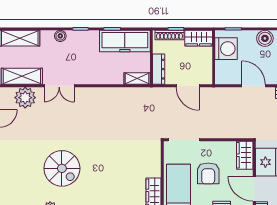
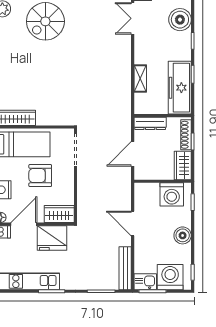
boiler: (60, 36) -> (180, 20), width x1.86, depth x1.86
shelving: (137, 78) -> (140, 78), moved
door: (254, 86) -> (133, 223), swing flipped

